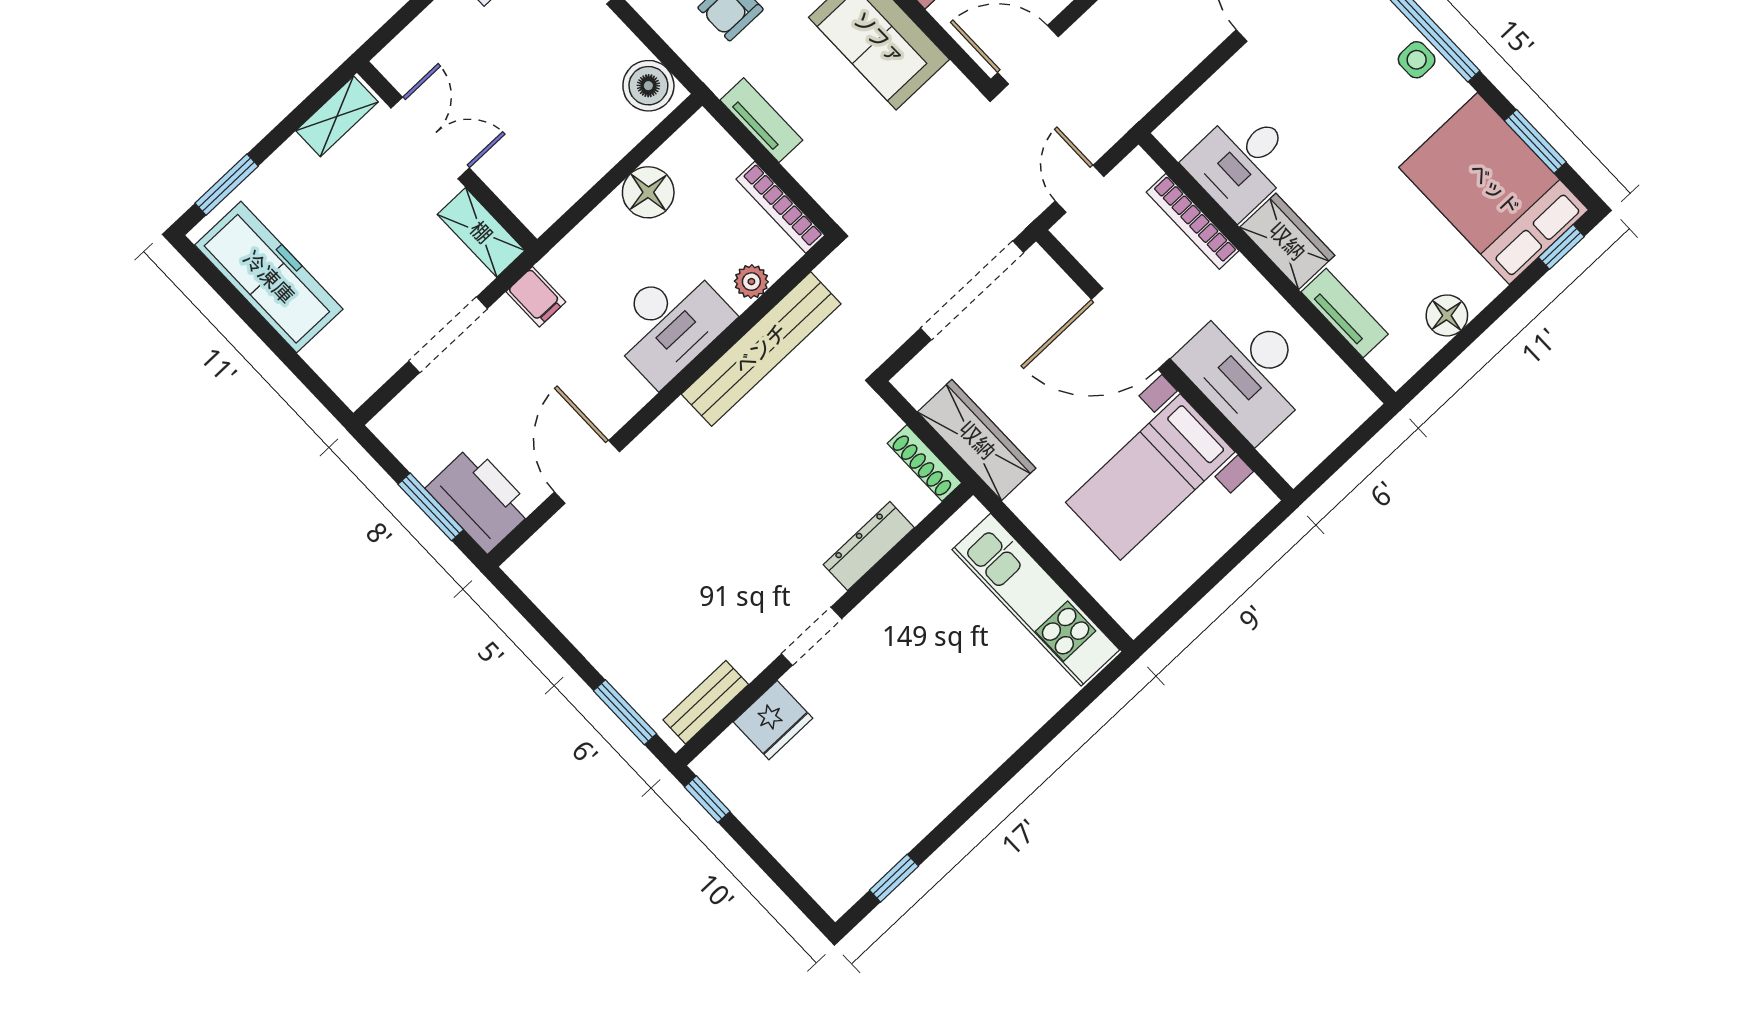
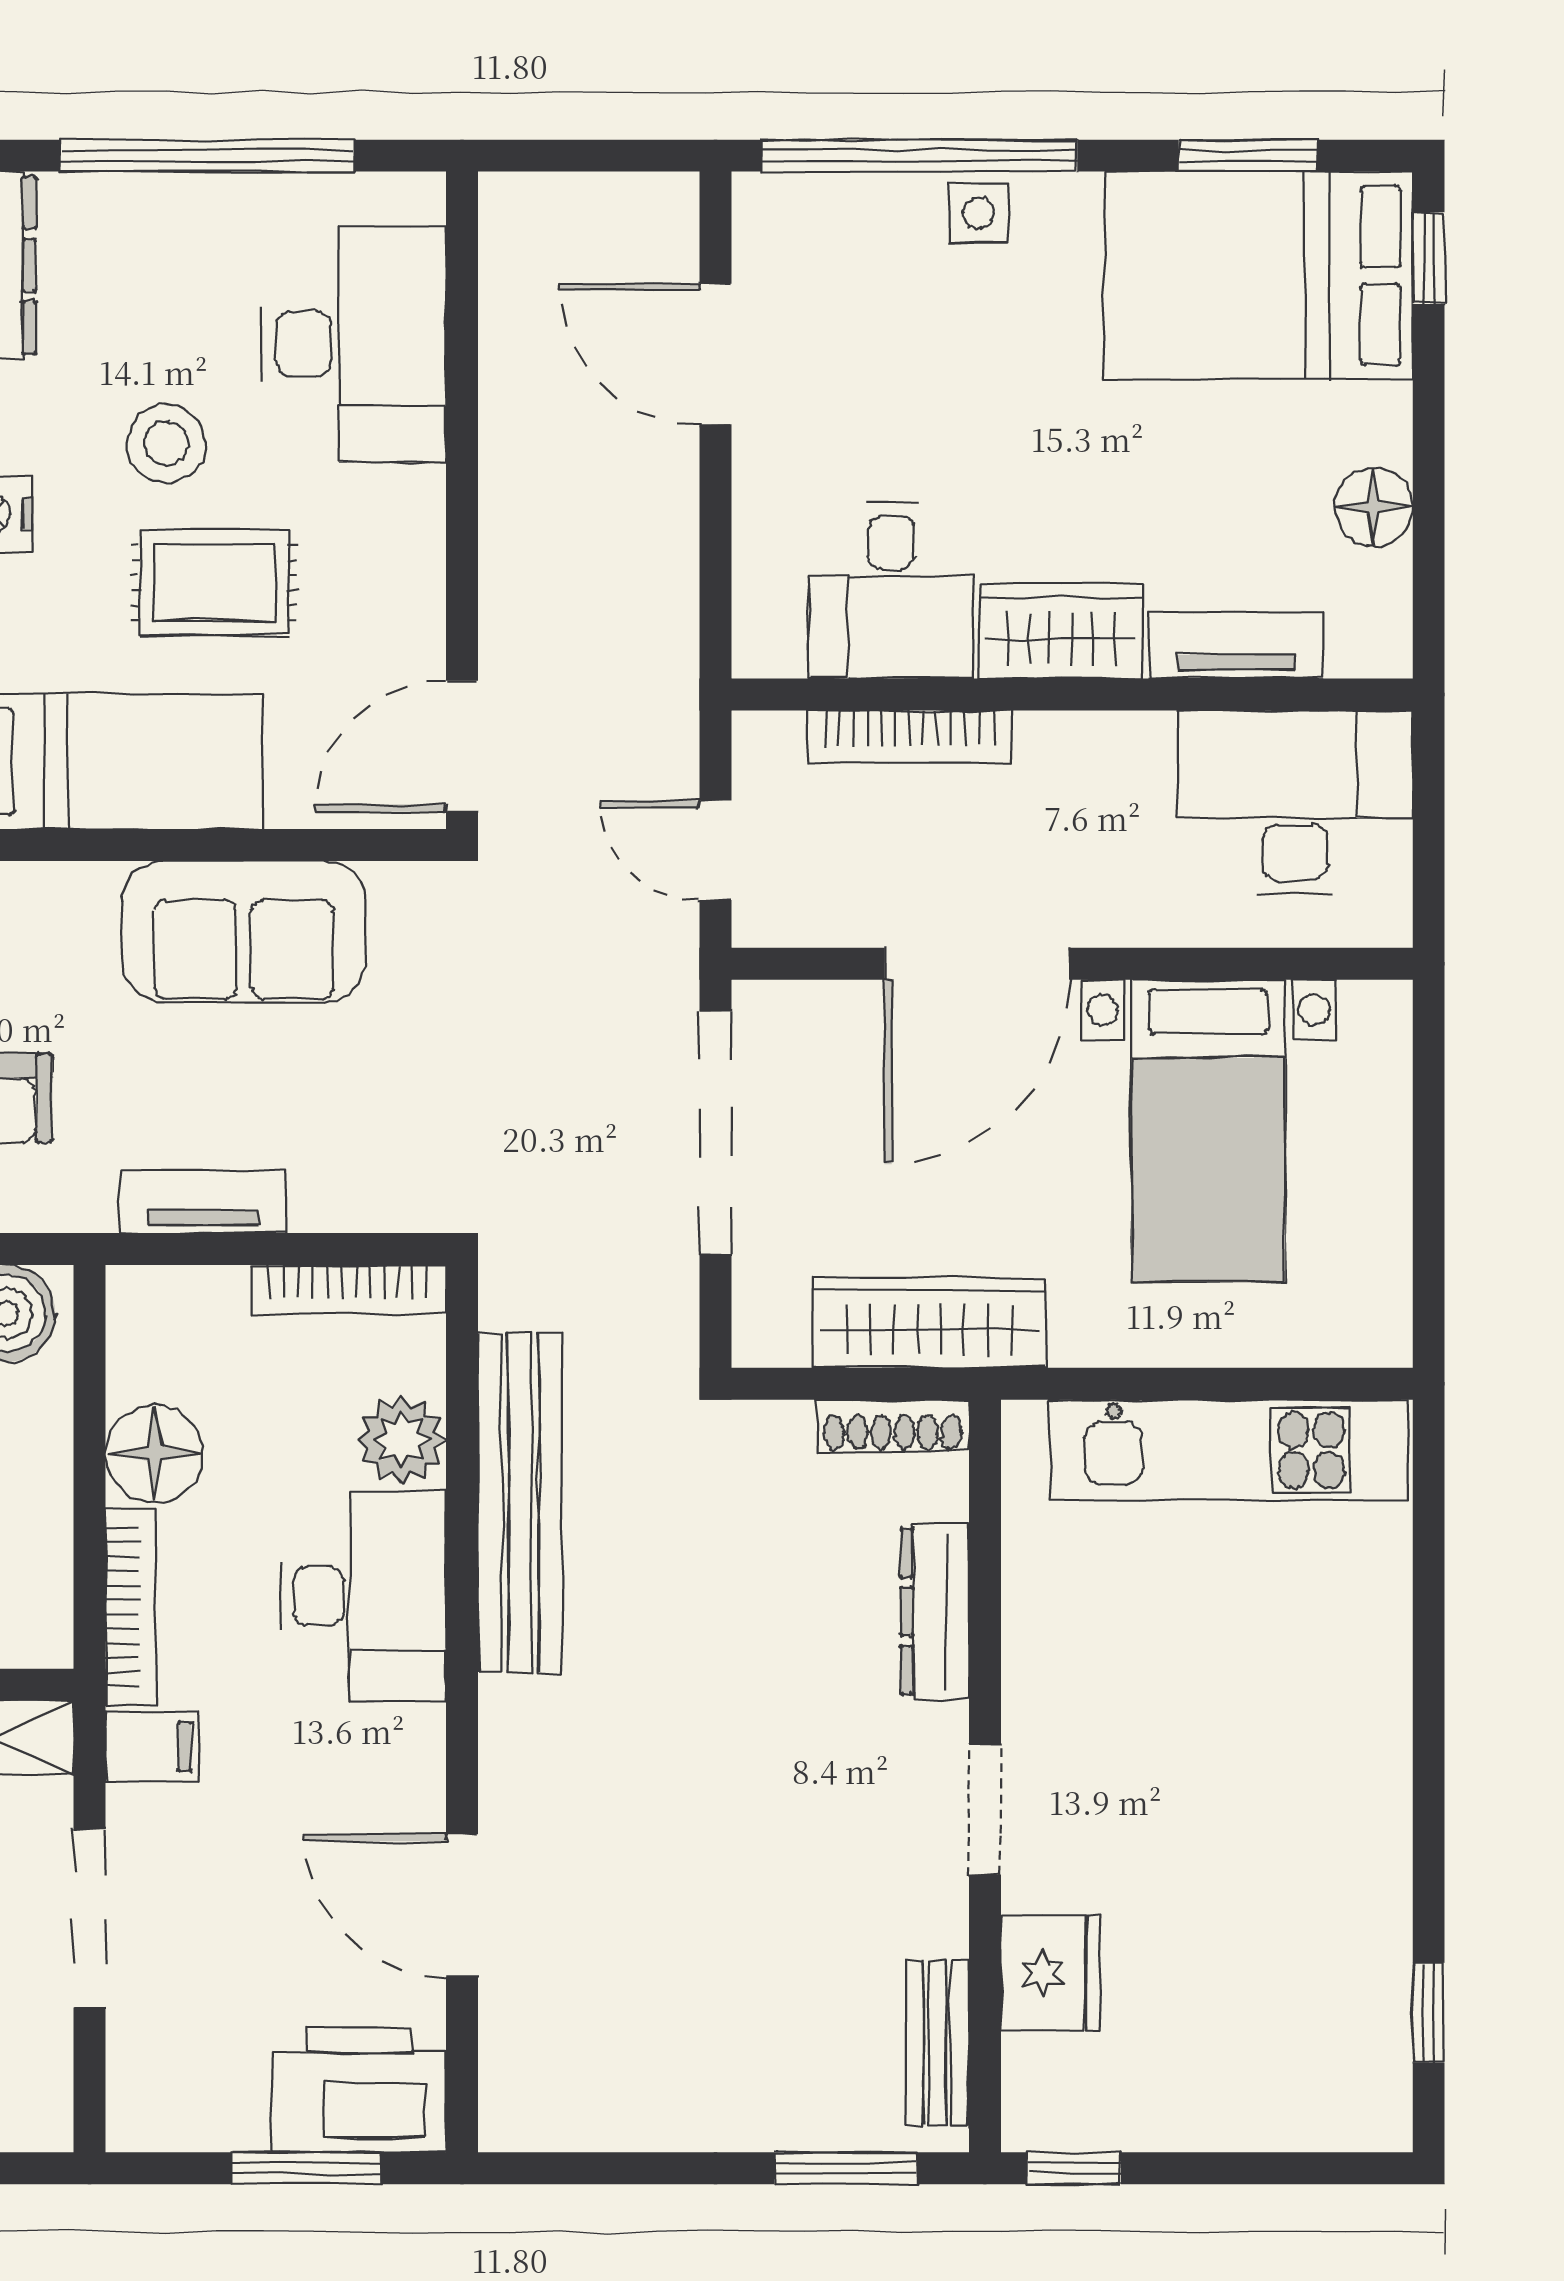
bookcase: (581, 238) -> (131, 1607), added
plant: (751, 282) -> (402, 1440), width x1.38, depth x1.38
desk: (1248, 370) -> (1295, 803), moved, turned 180

